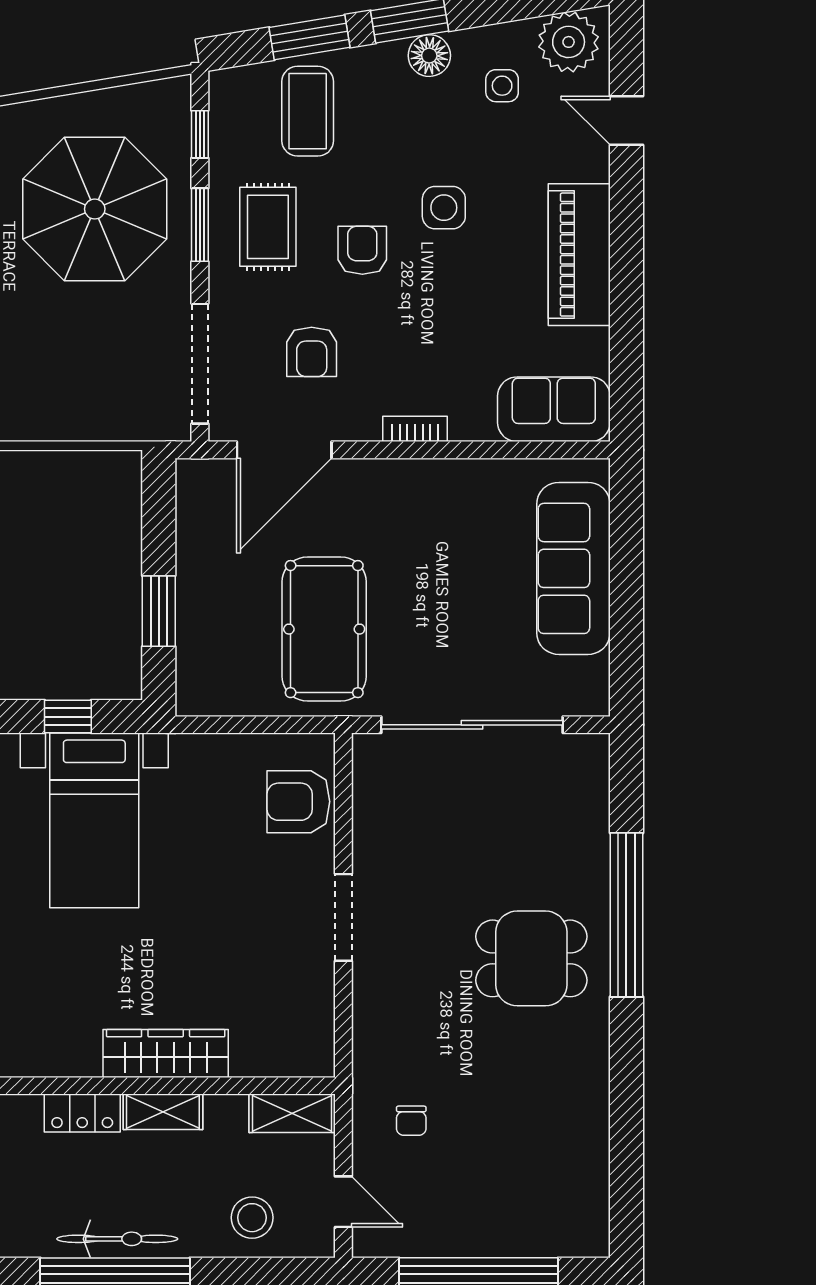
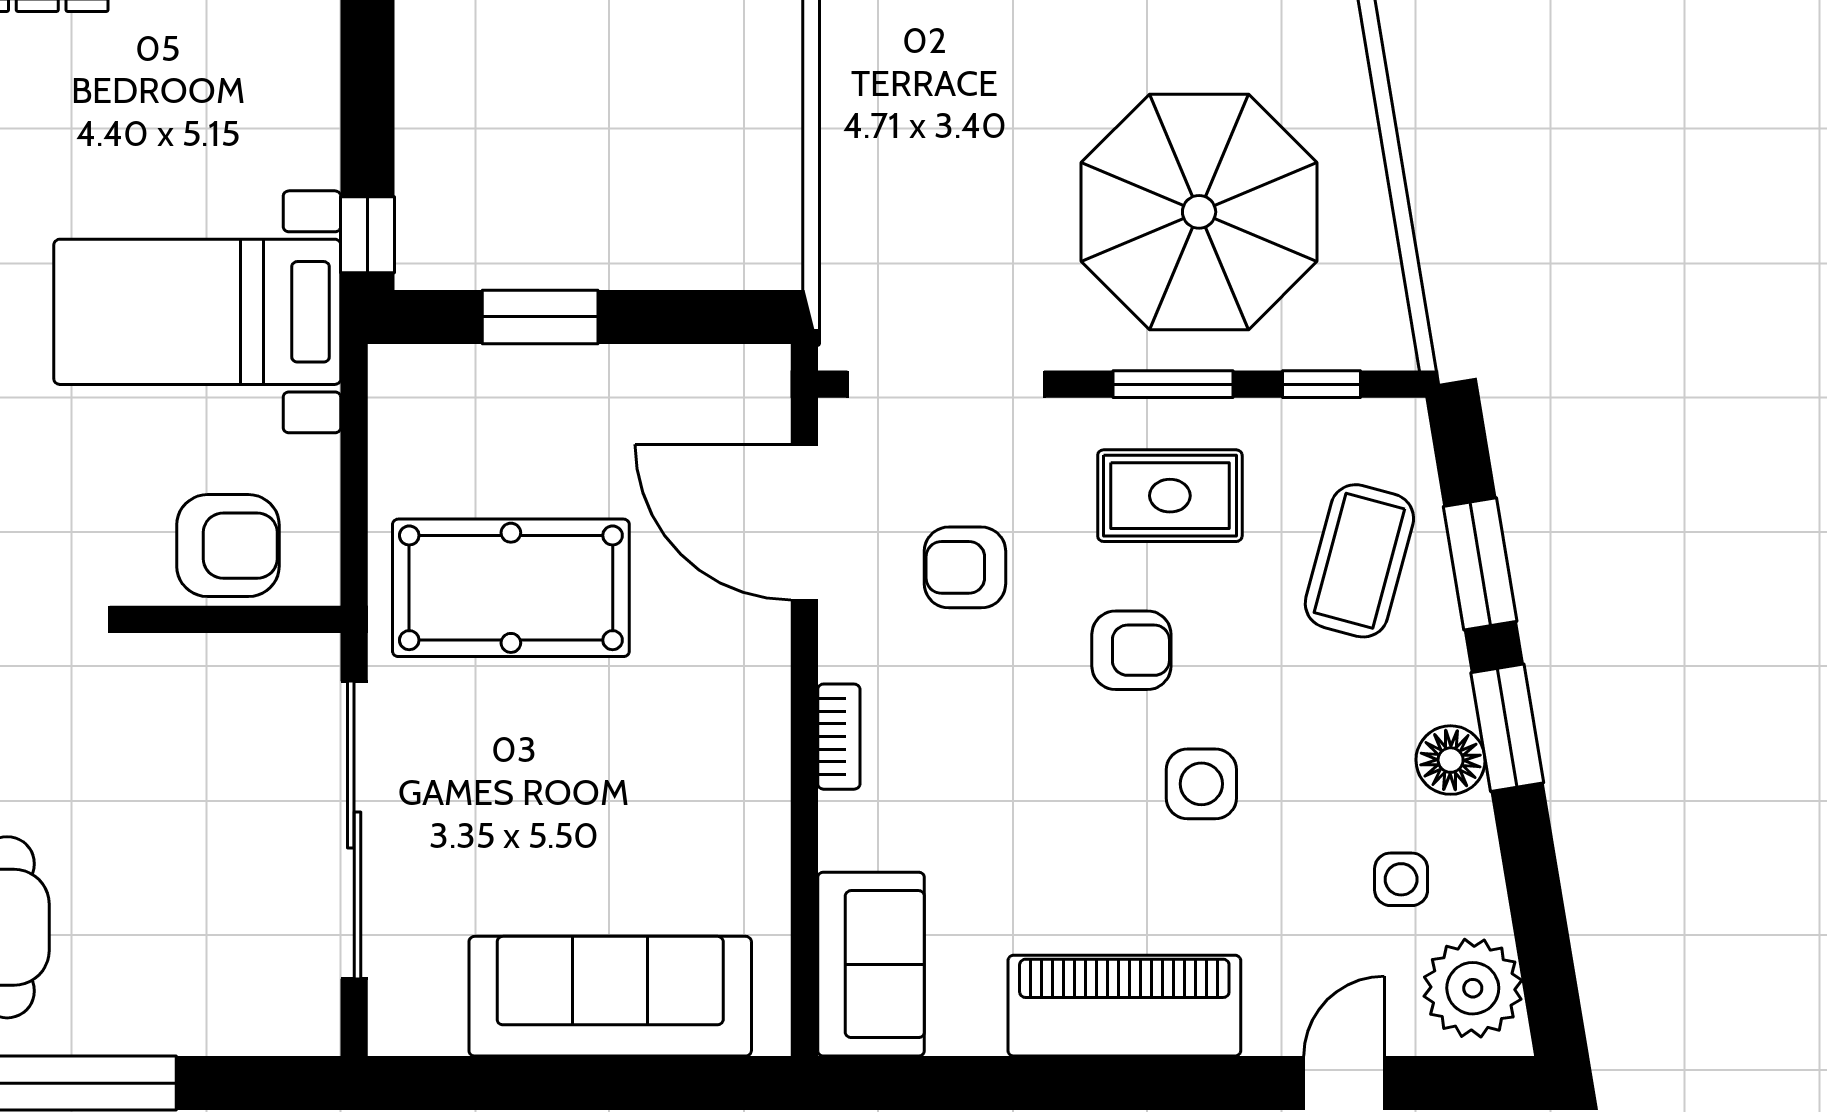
coffee table: (308, 111) -> (1359, 561), turned -75
window: (68, 717) -> (368, 235), moved
armchair: (298, 802) -> (228, 546), turned 90
bed with nightstands: (94, 820) -> (197, 312), moved

